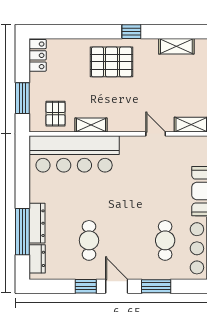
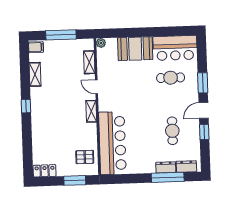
pallet: (112, 62) -> (47, 119), removed
shelving: (91, 125) -> (91, 111), moved
door: (156, 134) -> (97, 87), hinge flipped
dresser: (37, 223) -> (166, 167), width x0.70
cafe table: (89, 240) -> (172, 131), turned 90

